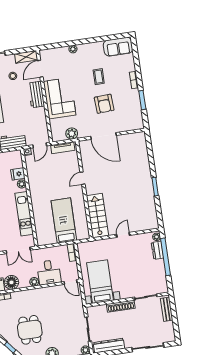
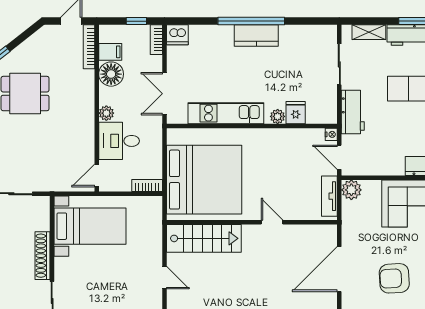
plant: (72, 134) -> (351, 190), moved
bed: (64, 220) -> (204, 180), width x2.04

